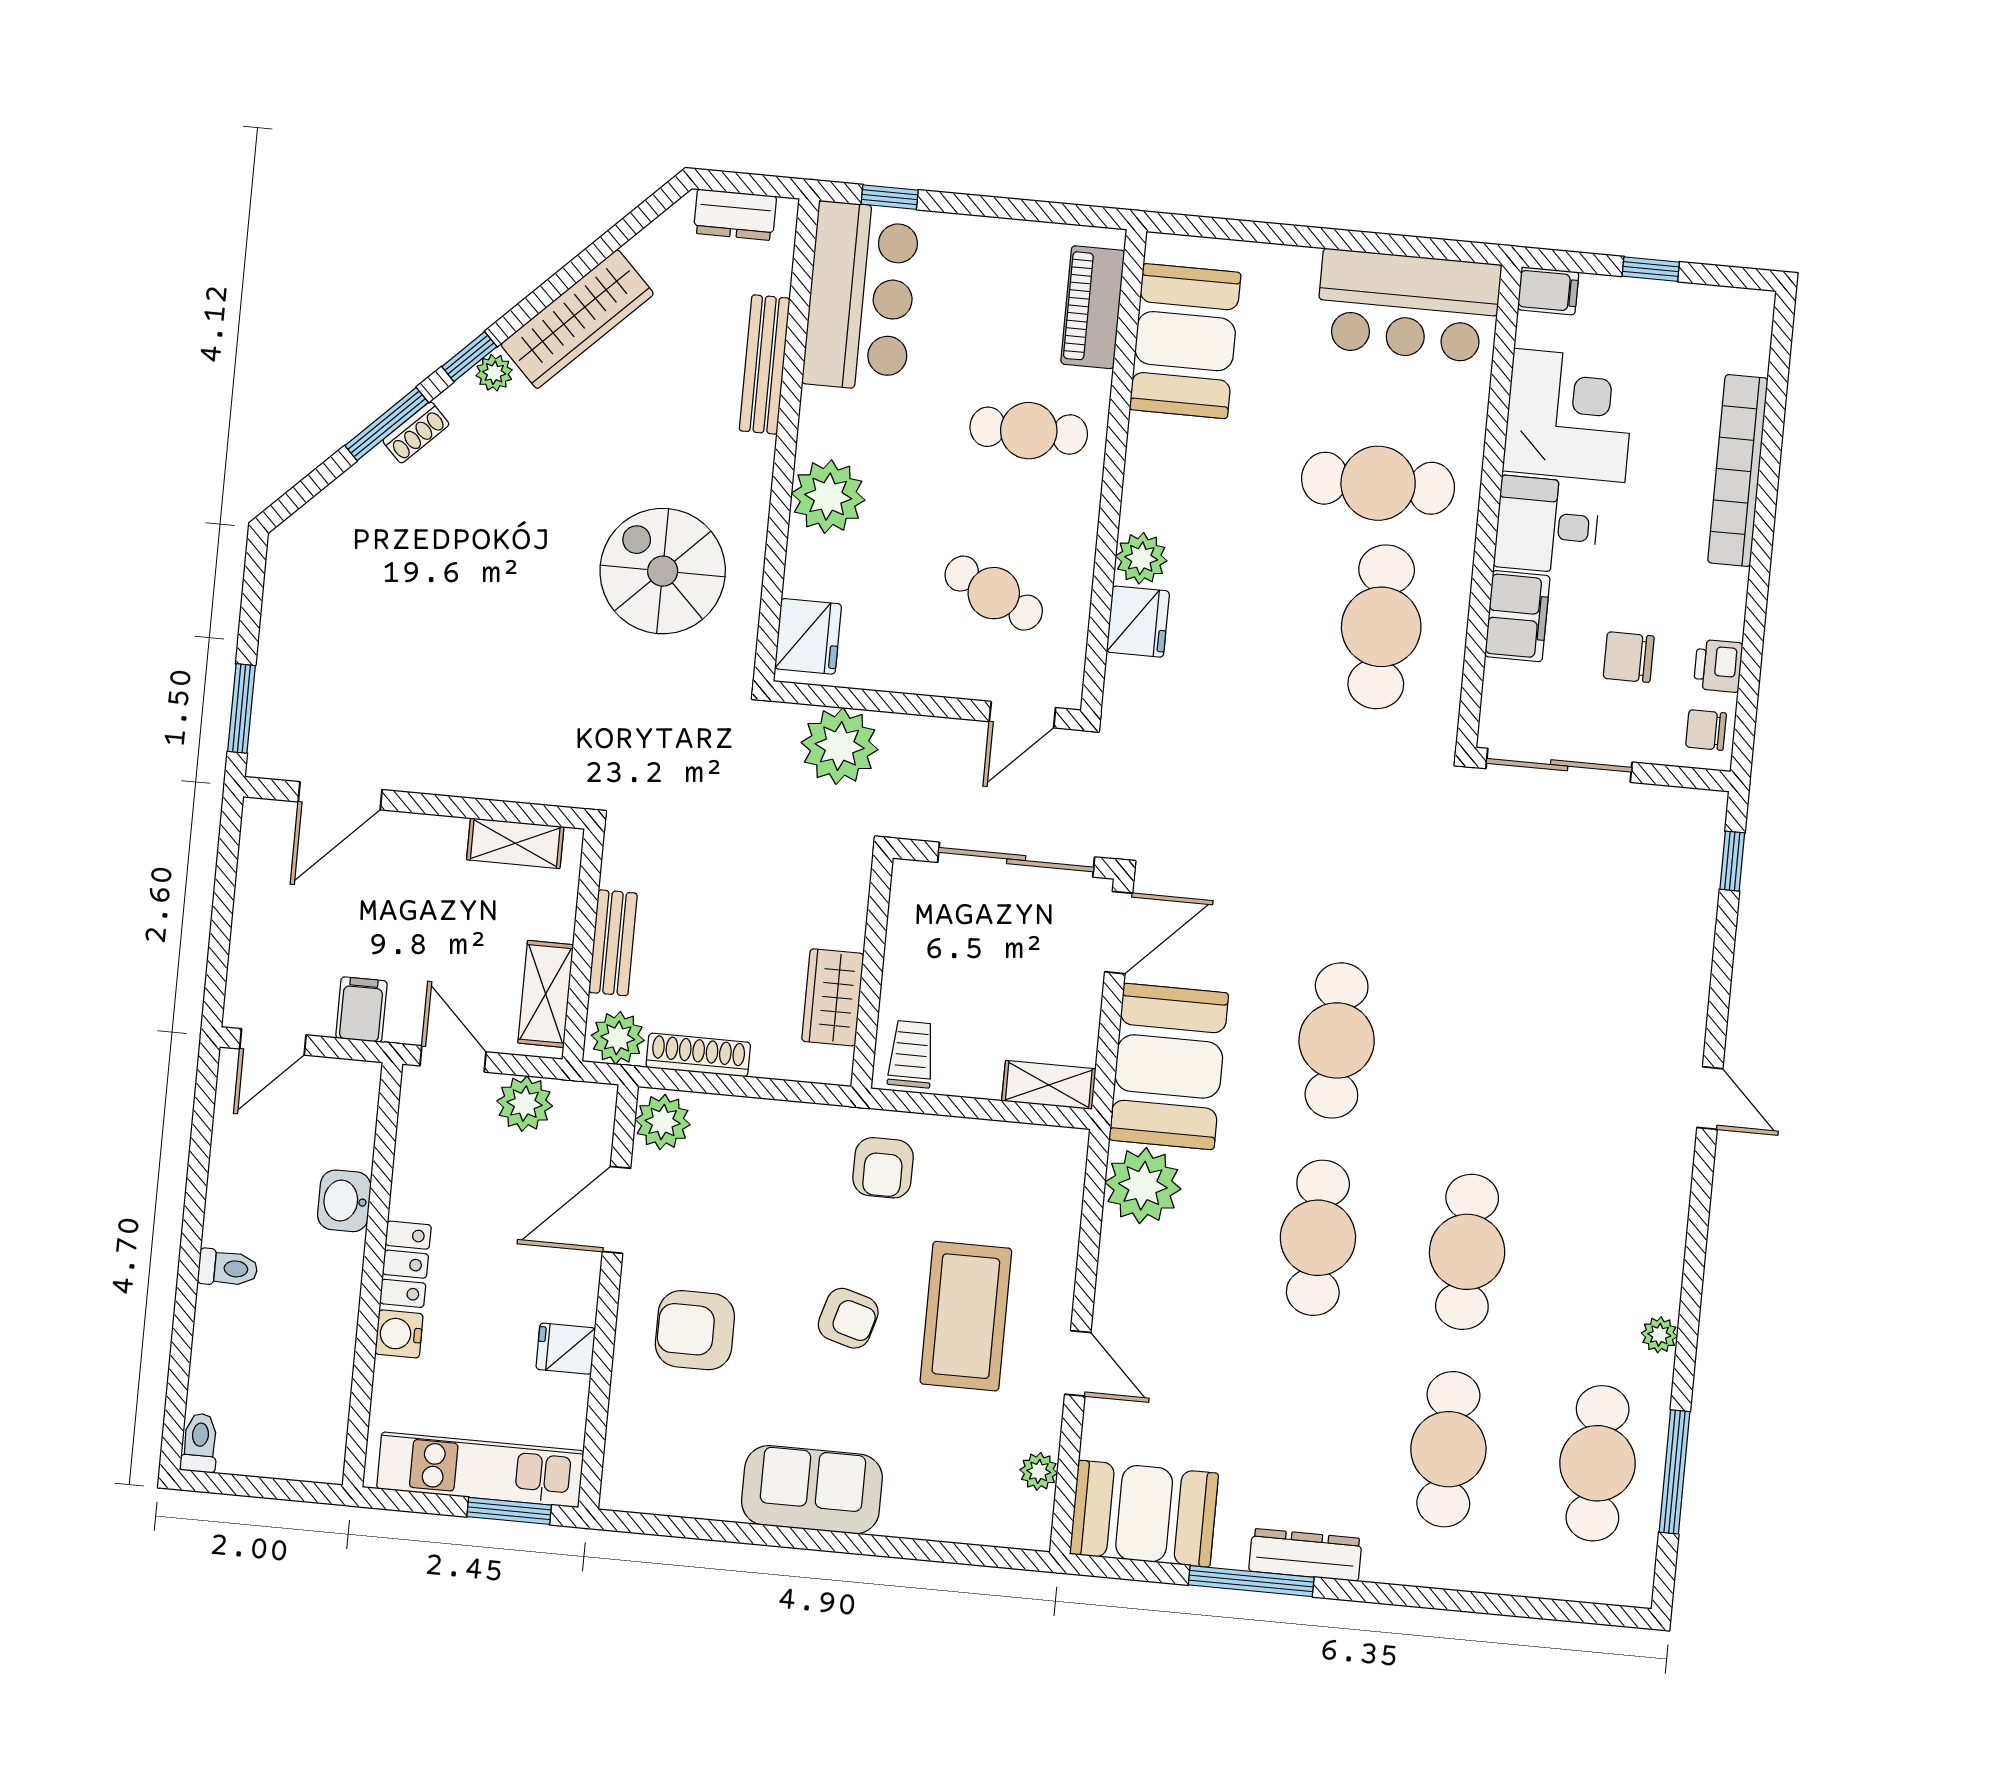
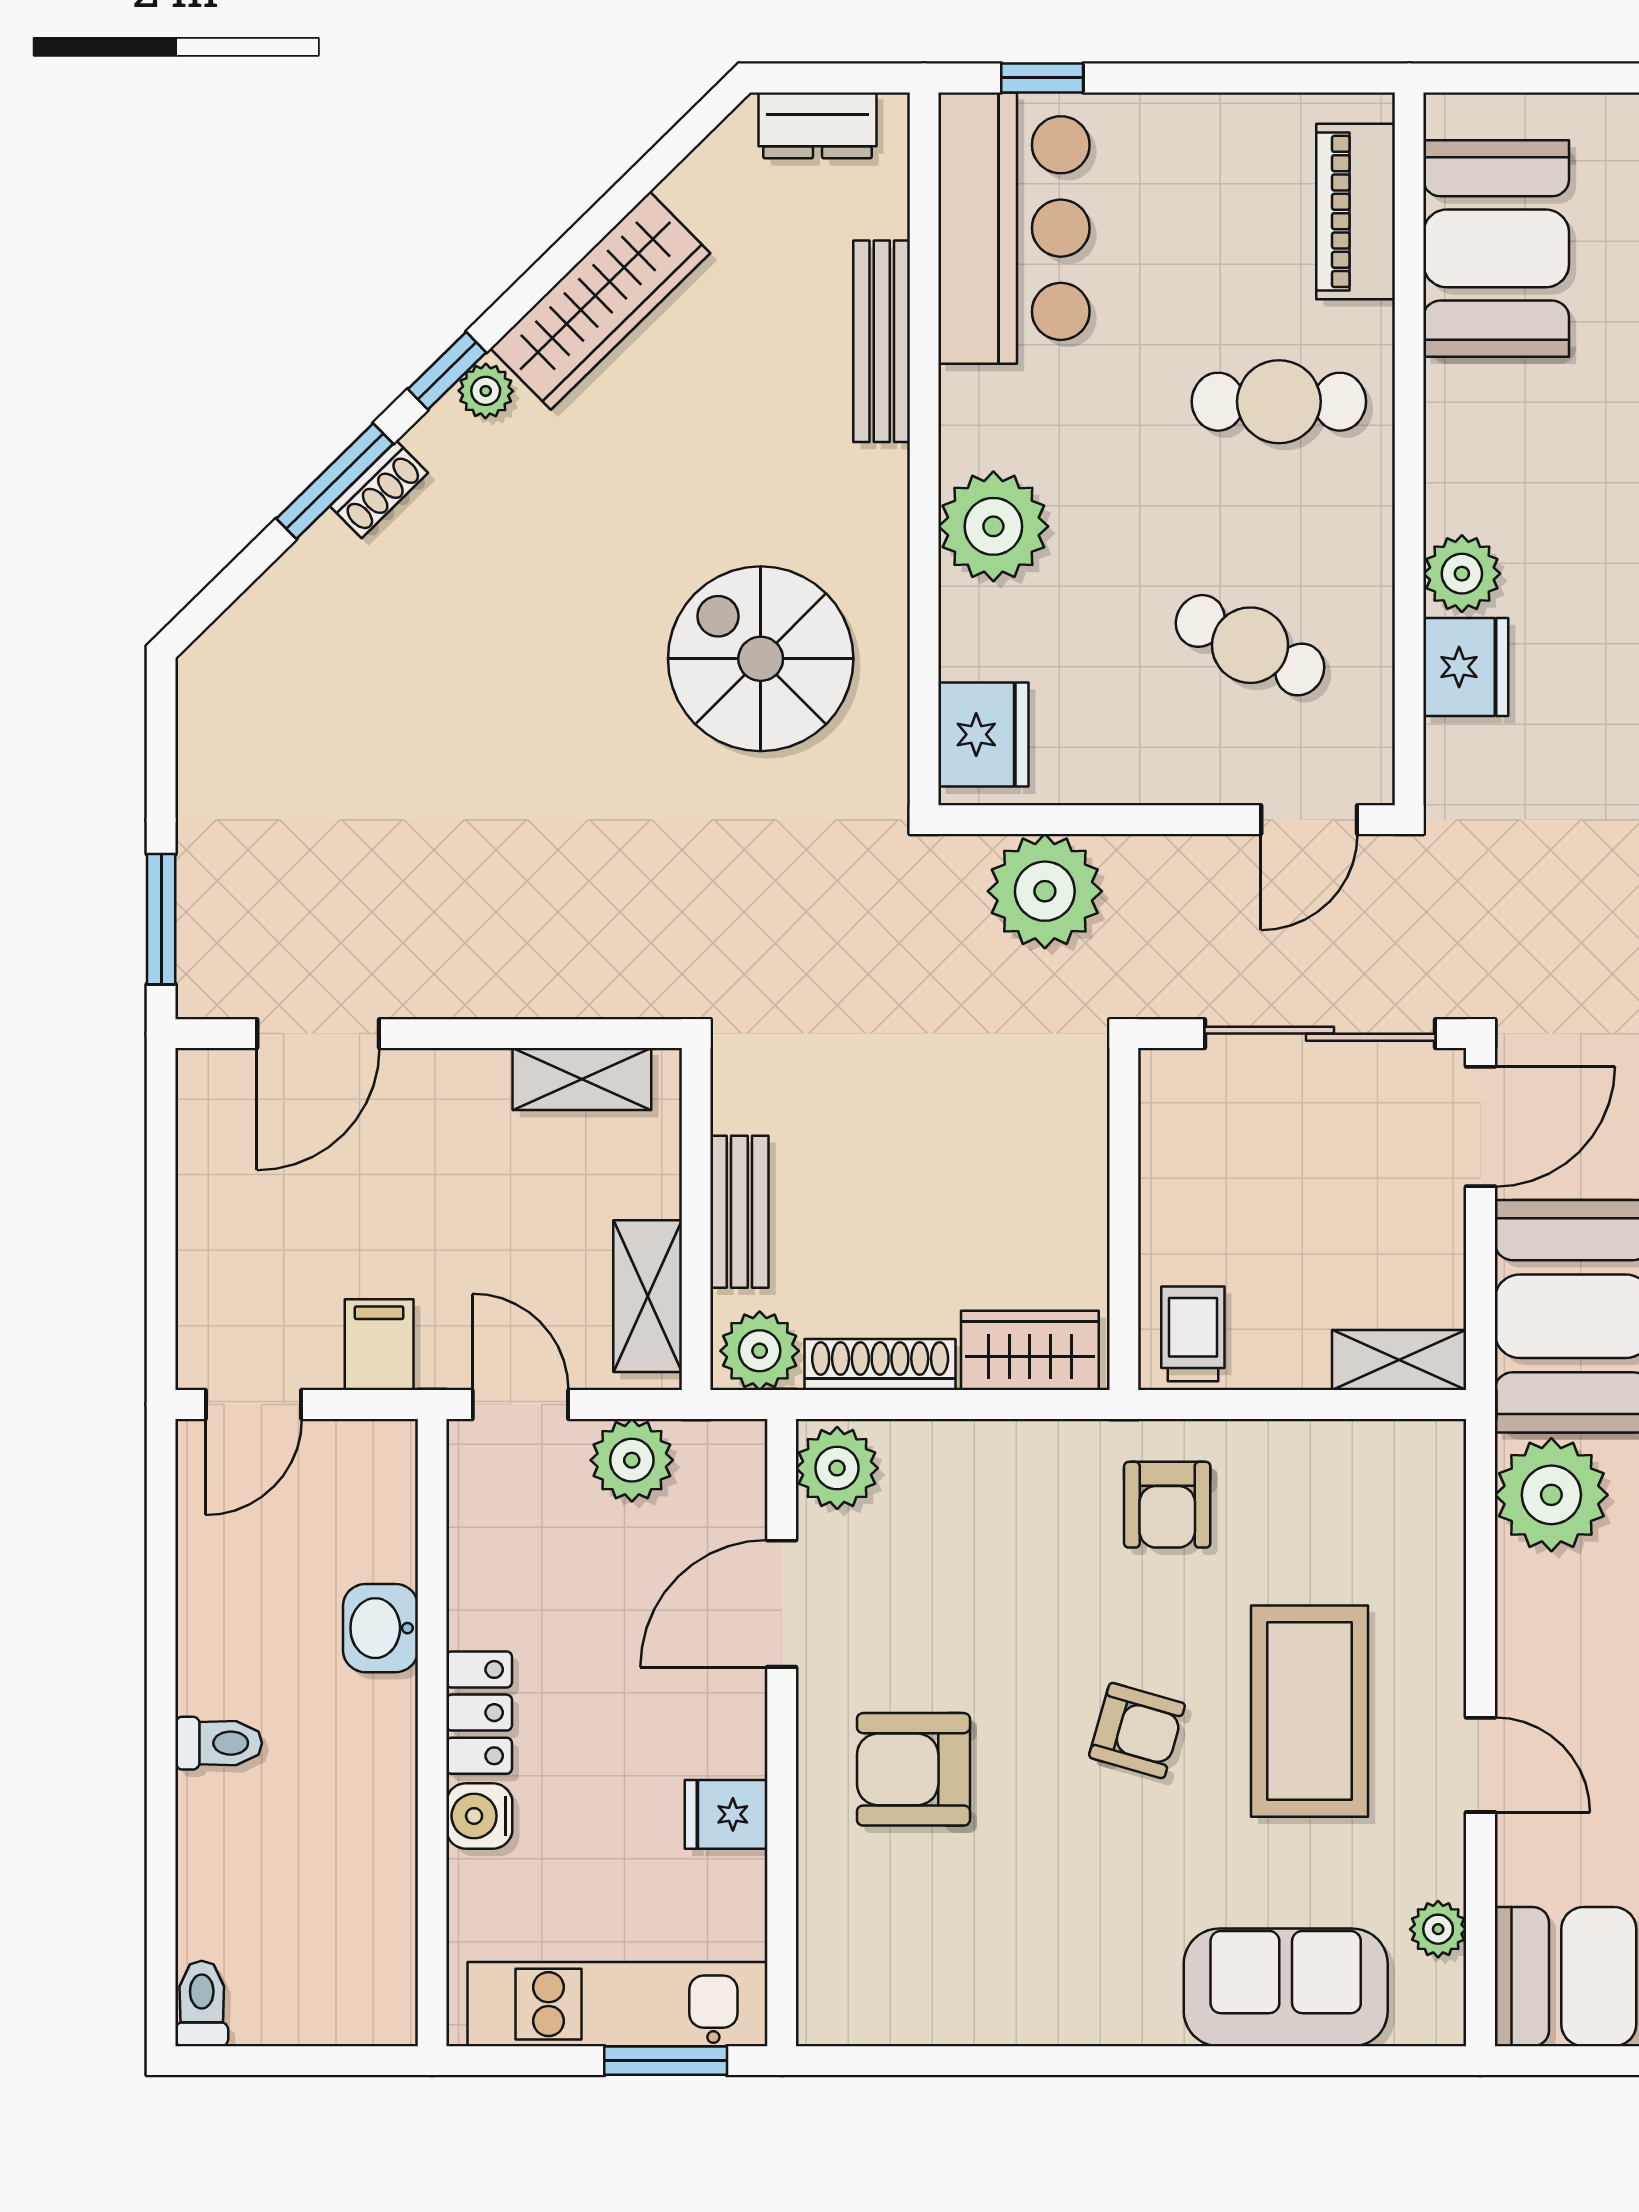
wardrobe: (833, 997) -> (1030, 1350), moved, turned 90
sofa: (812, 1490) -> (1286, 1987), moved

